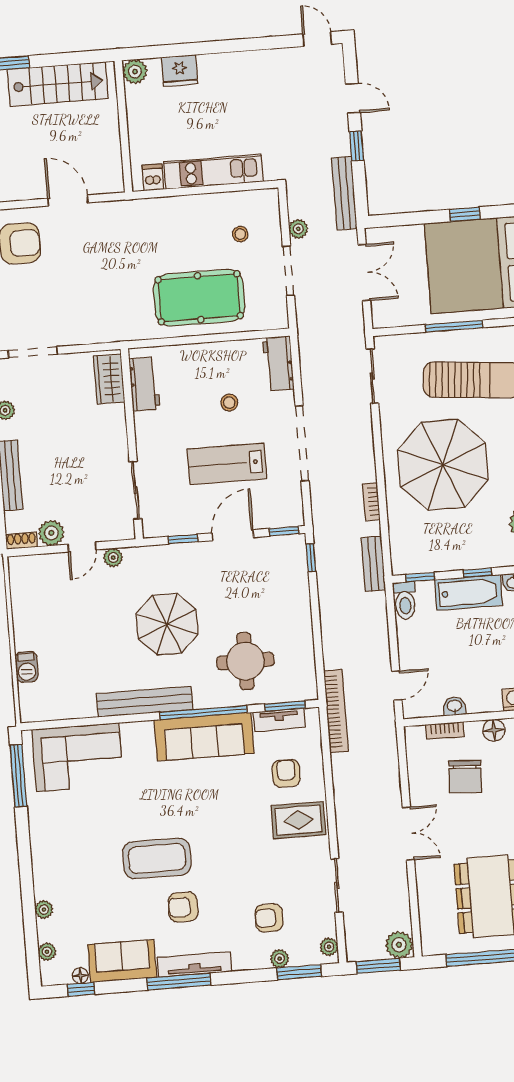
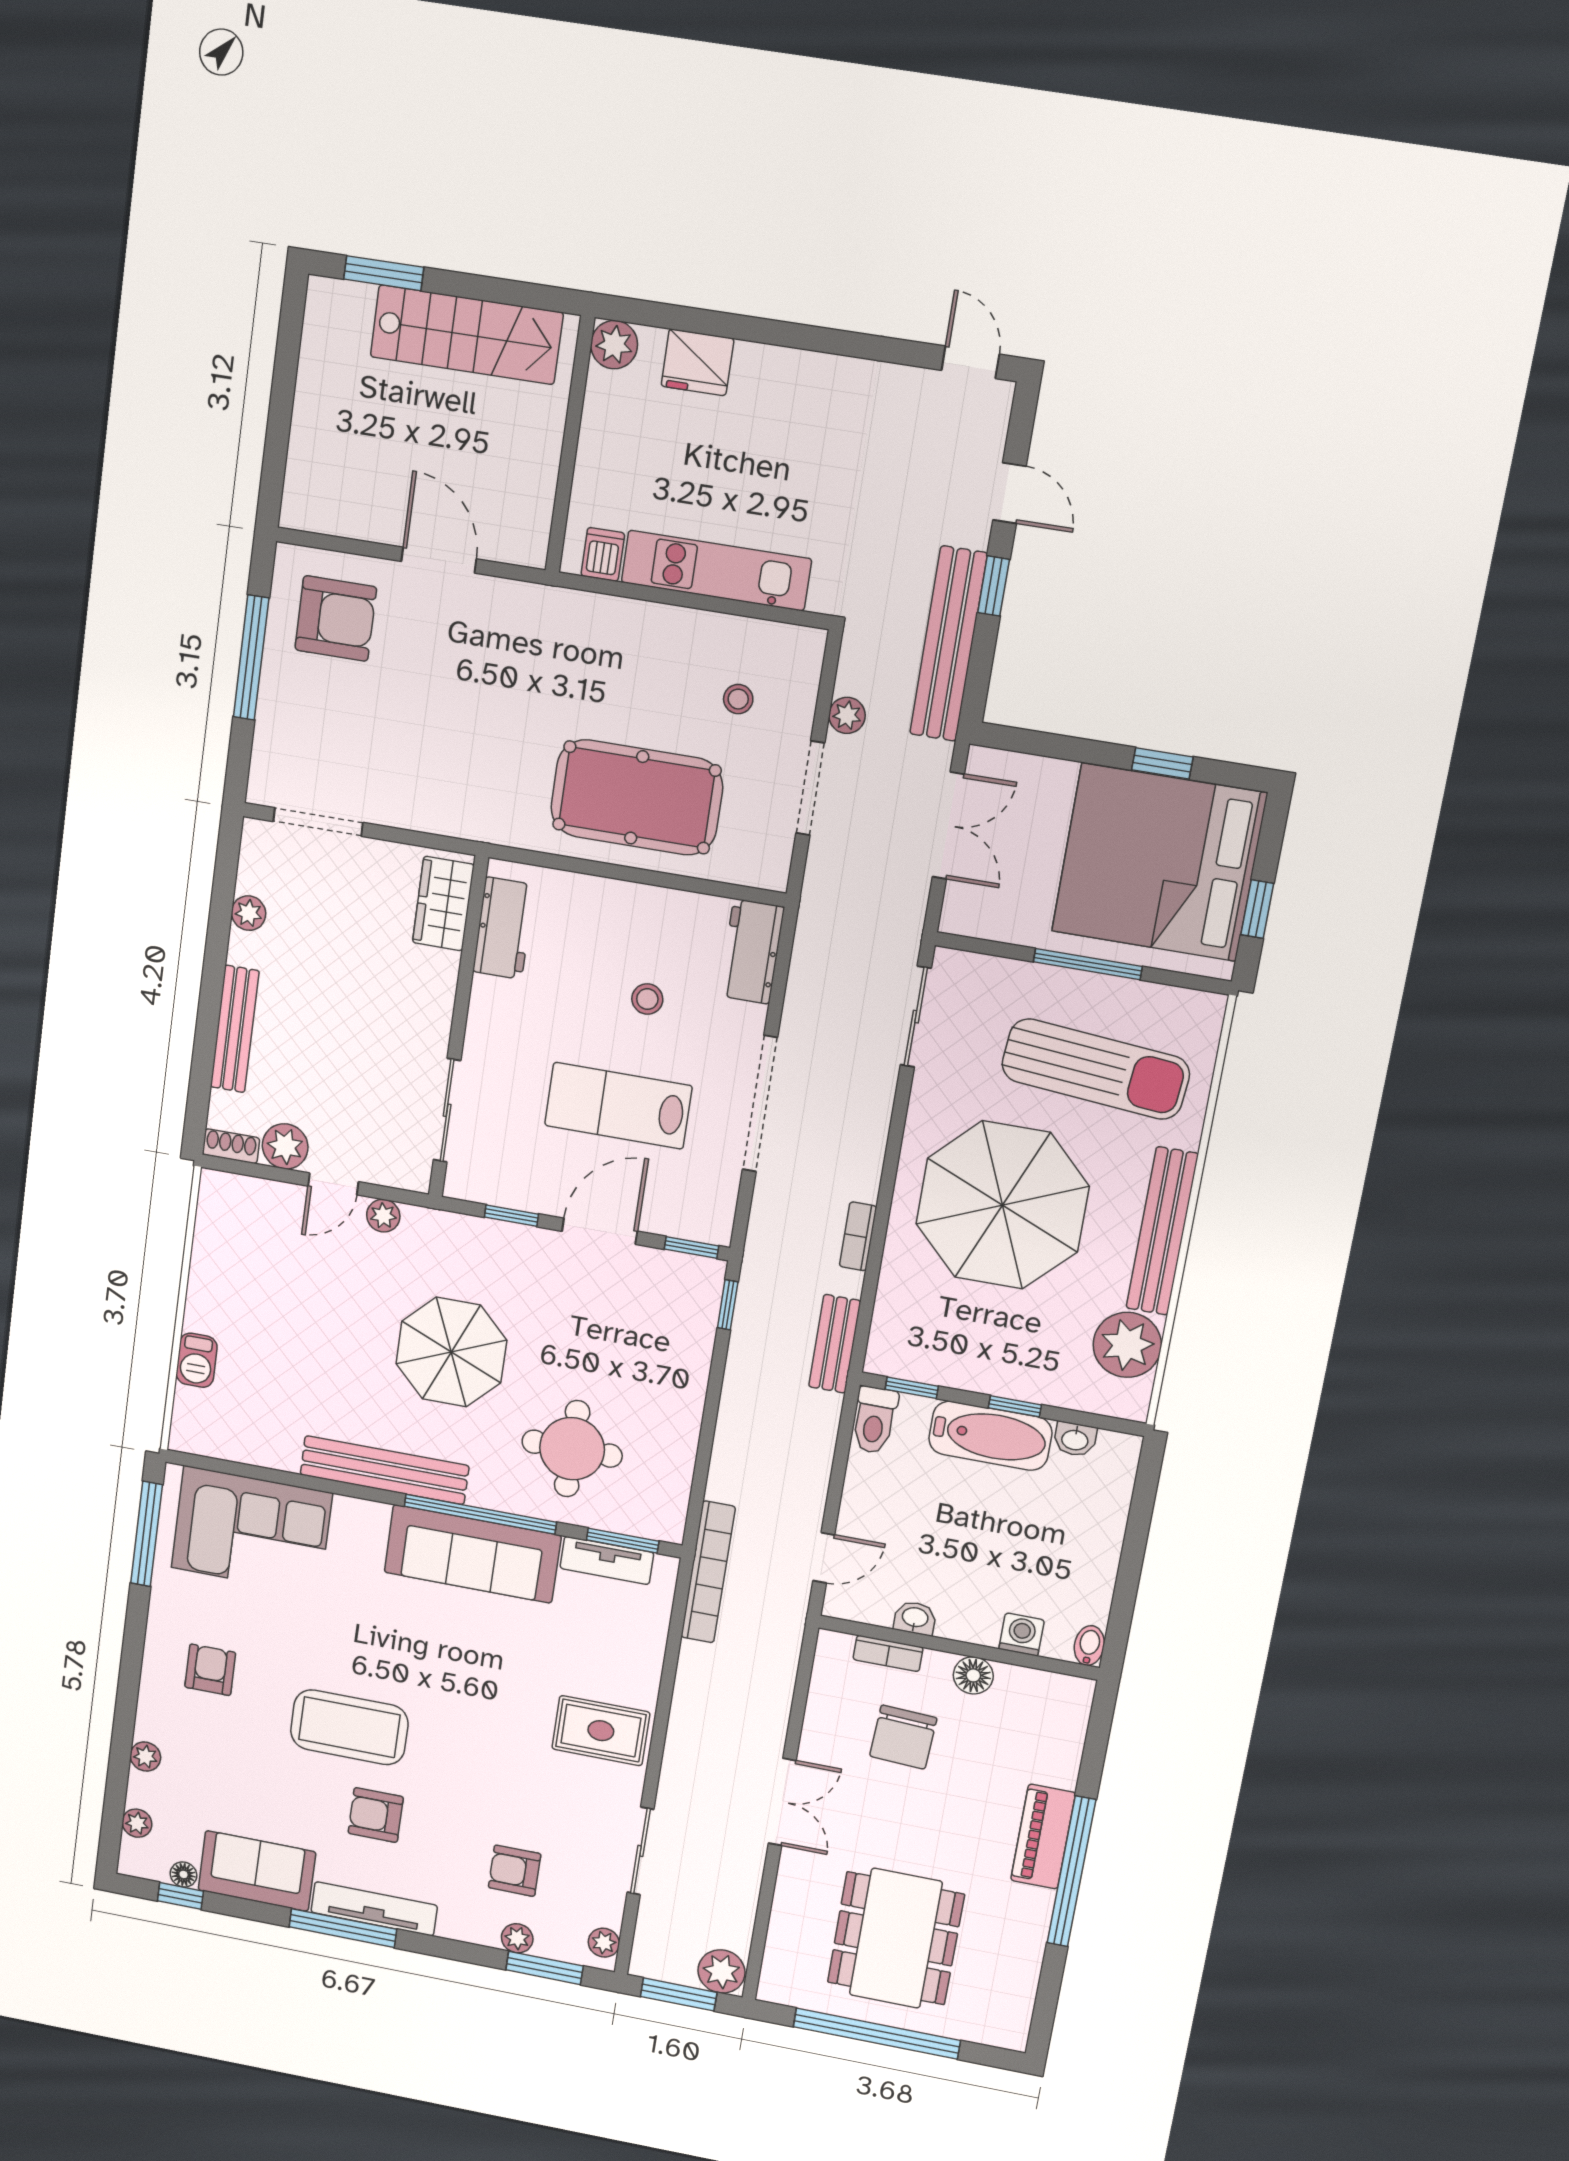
bench: (344, 193) -> (948, 644), width x1.37, depth x1.21
armchair: (286, 773) -> (210, 1670), moved

